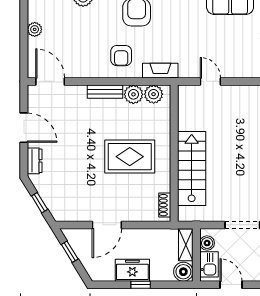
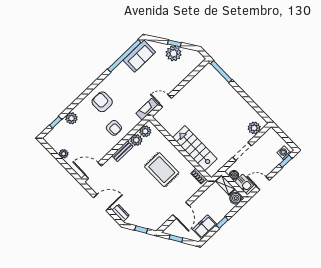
fireplace: (160, 71) -> (147, 109), moved
rug: (130, 157) -> (162, 170), turned 90
freezer: (132, 270) -> (205, 227), moved

